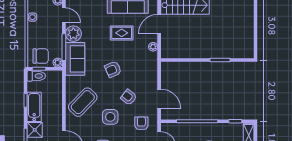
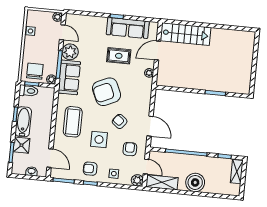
chair: (41, 56) -> (35, 71), turned -90
armchair: (113, 69) -> (106, 92), width x1.88, depth x1.88
coffee table: (83, 102) -> (73, 122), turned -44

